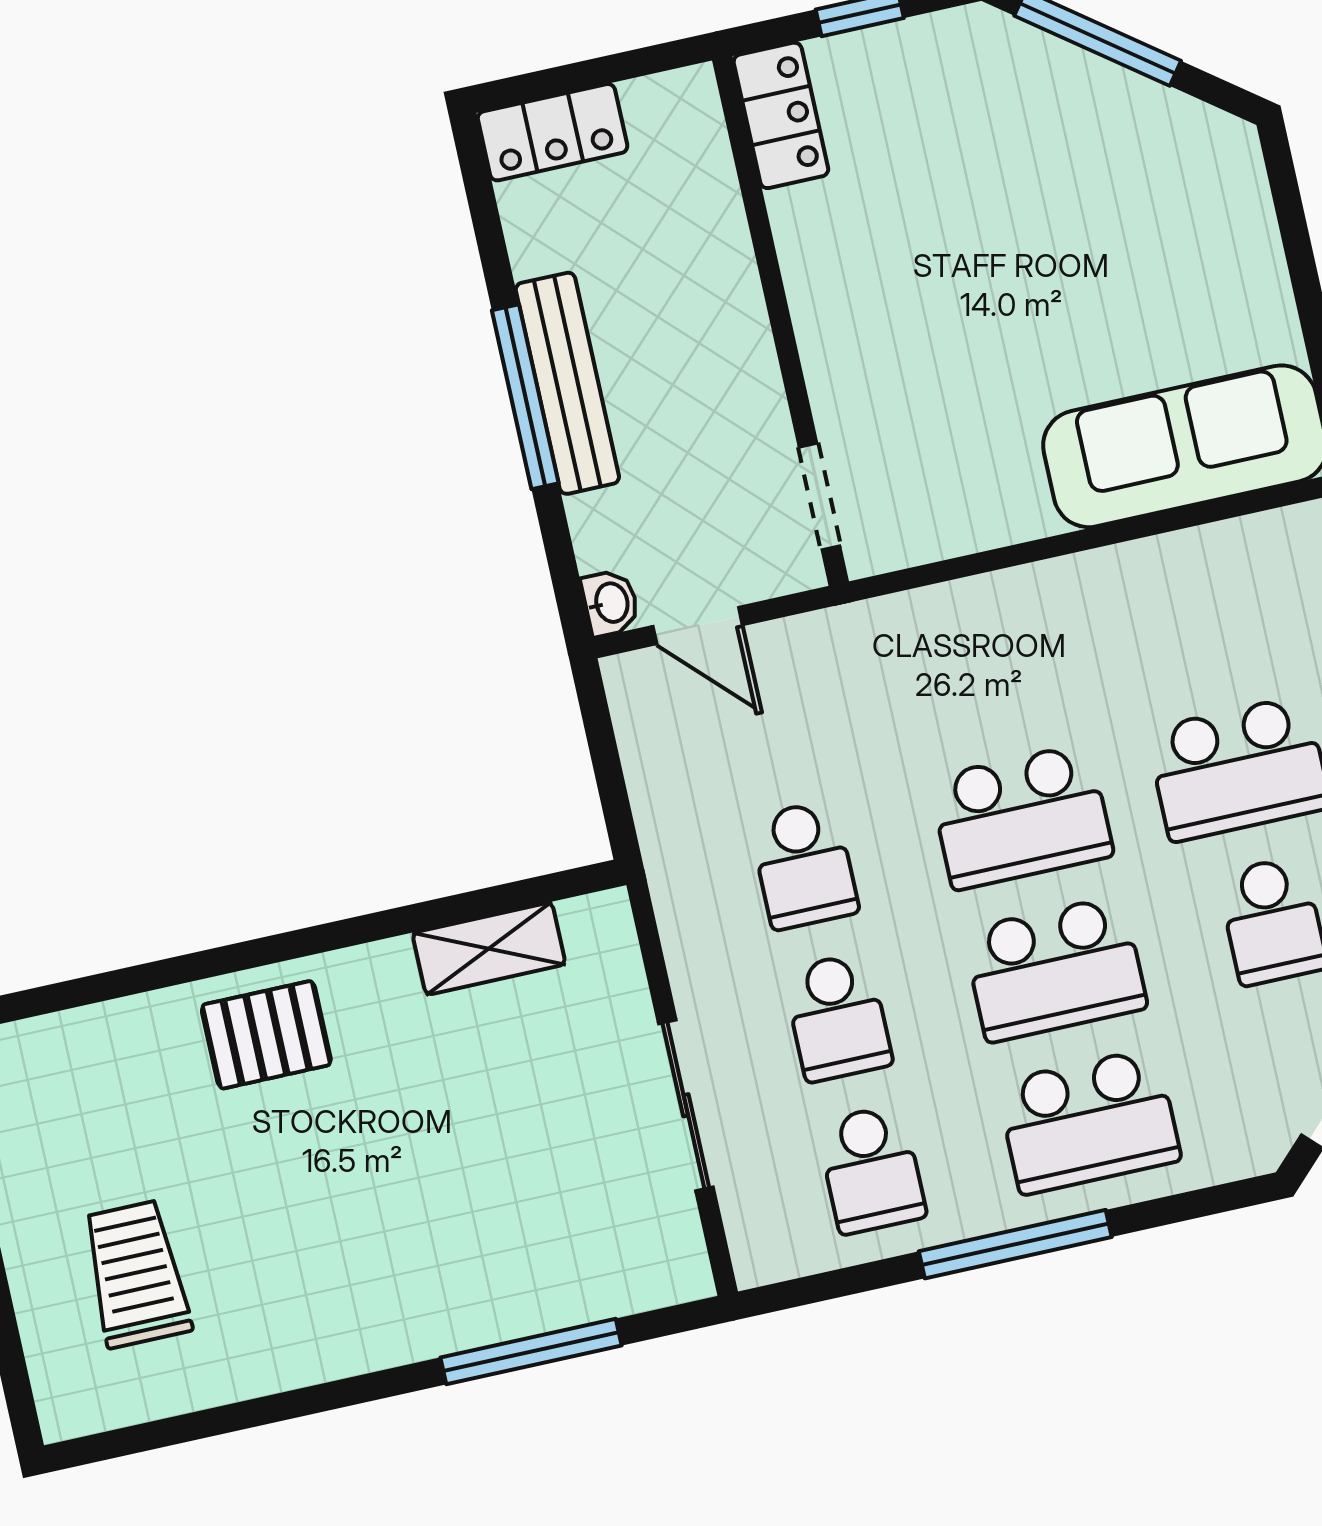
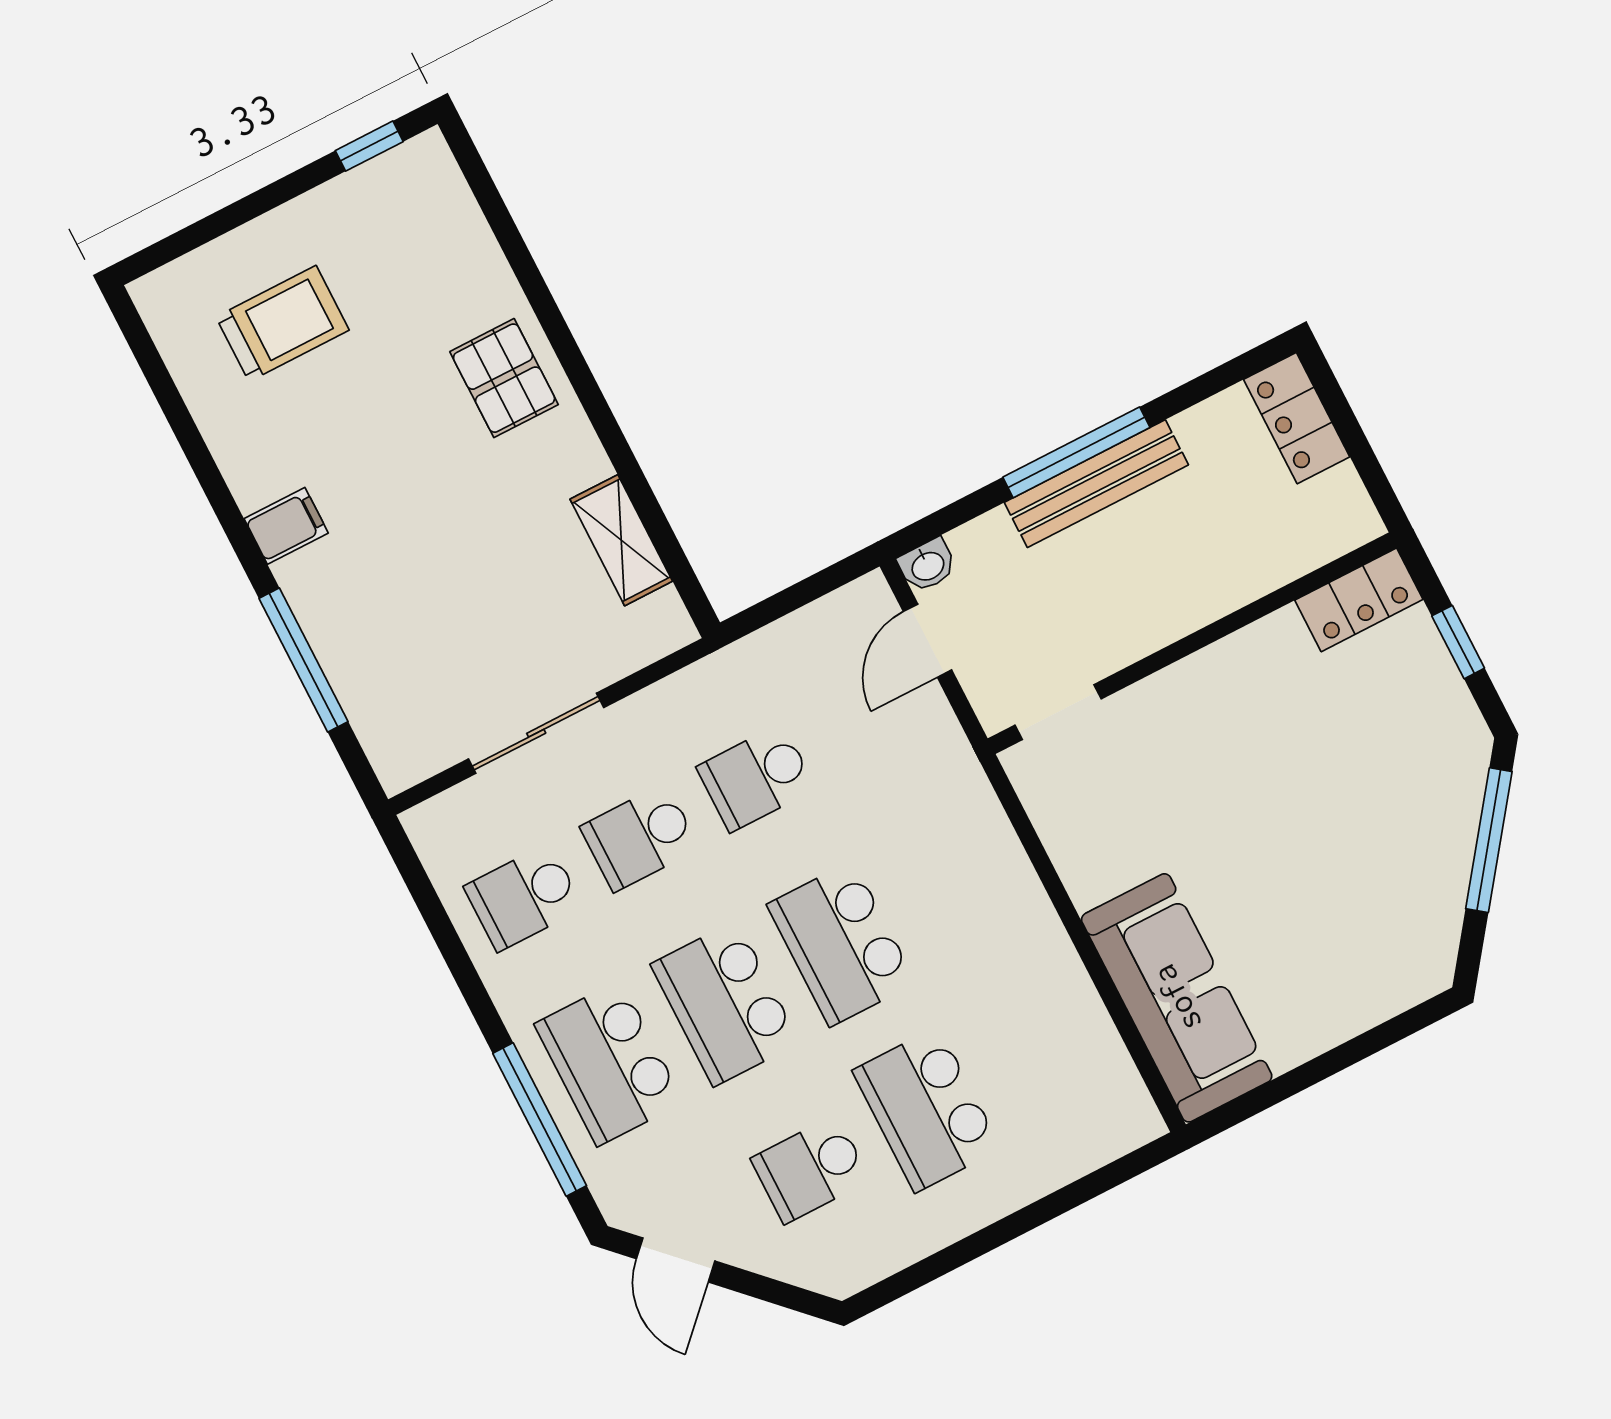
window: (1015, 1244) -> (540, 1119), moved
filing cabinet: (371, 1331) -> (286, 526), added

